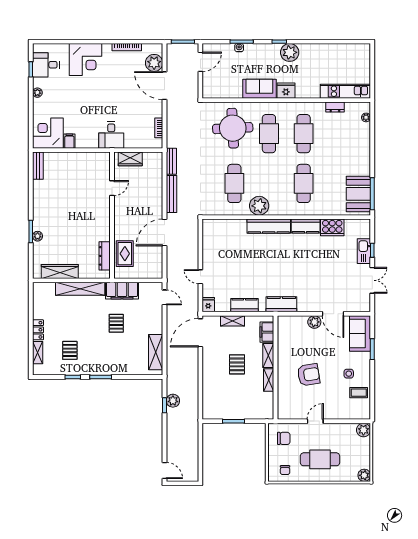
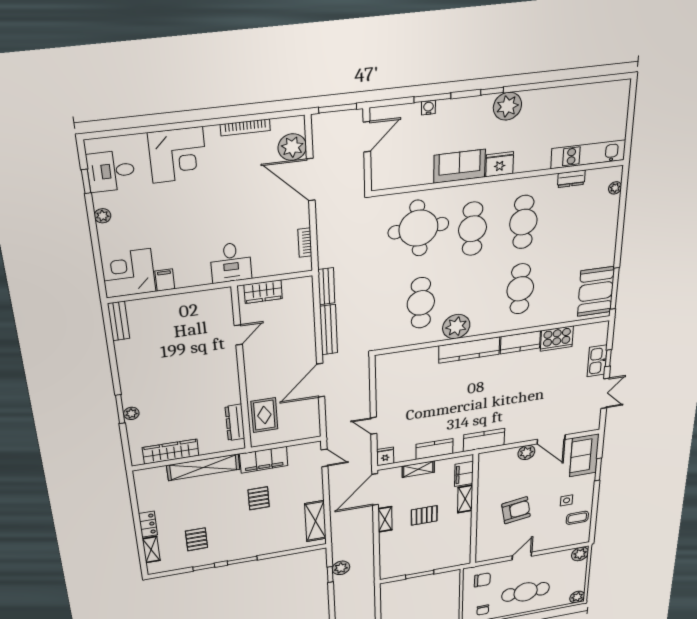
pallet: (237, 364) -> (424, 515), turned 90
shelving: (269, 380) -> (385, 519), moved

